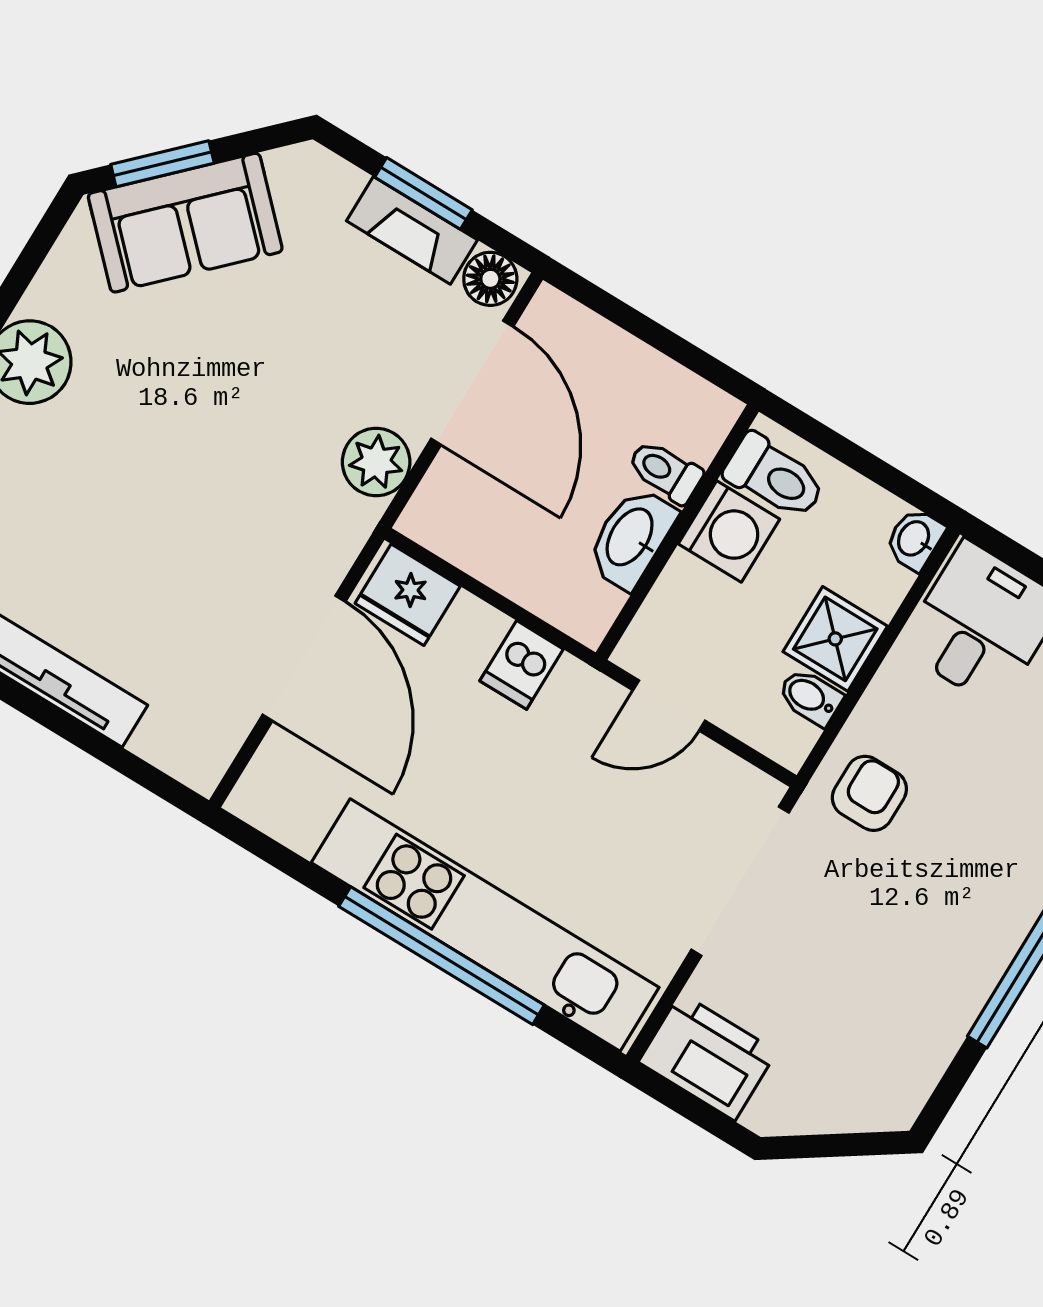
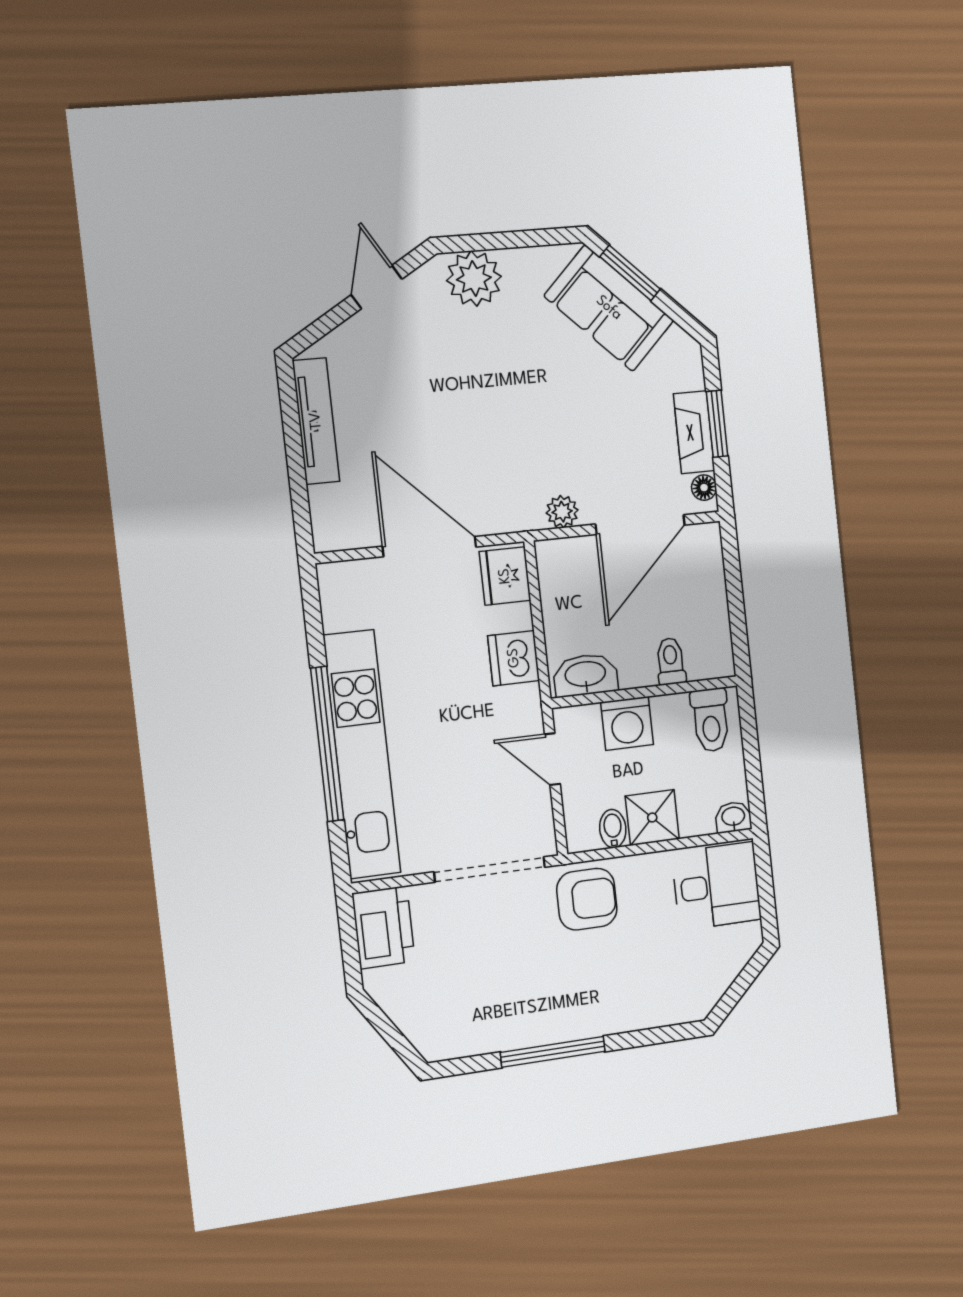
floor lamp: (490, 279) -> (704, 488), width x0.73, depth x0.73
plant: (376, 462) -> (562, 512), width x0.73, depth x0.73
washing machine: (729, 531) -> (627, 723), moved
washbasin: (631, 538) -> (585, 675), moved
door: (304, 658) -> (429, 547), swing flipped
dishwasher: (522, 665) -> (514, 658), width x1.38
armchair: (869, 793) -> (587, 899), width x1.38, depth x1.38

